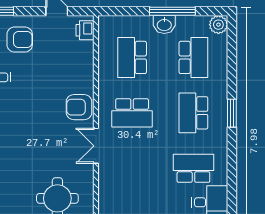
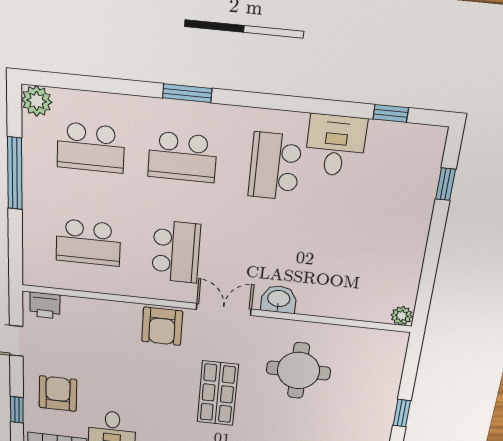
washbasin: (164, 25) -> (279, 299), moved, turned -90
school desk: (193, 57) -> (91, 148), turned 180
double door: (96, 146) -> (224, 309), swing flipped
shop shelf: (34, 147) -> (218, 393), added

